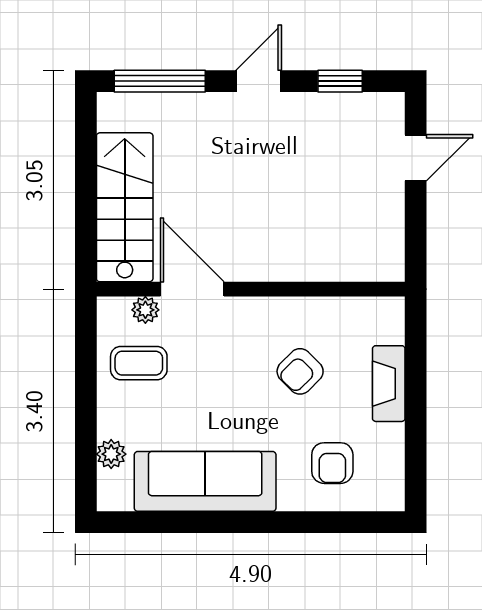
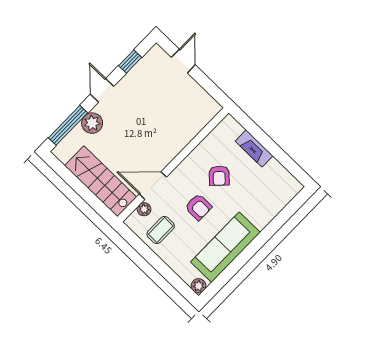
plant: (197, 113) -> (92, 123), added
plant: (111, 454) -> (199, 286), moved
armchair: (332, 463) -> (198, 207), moved

